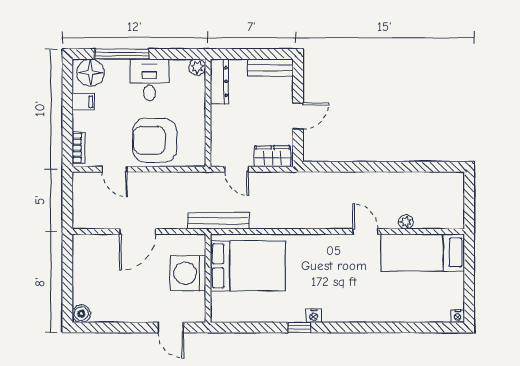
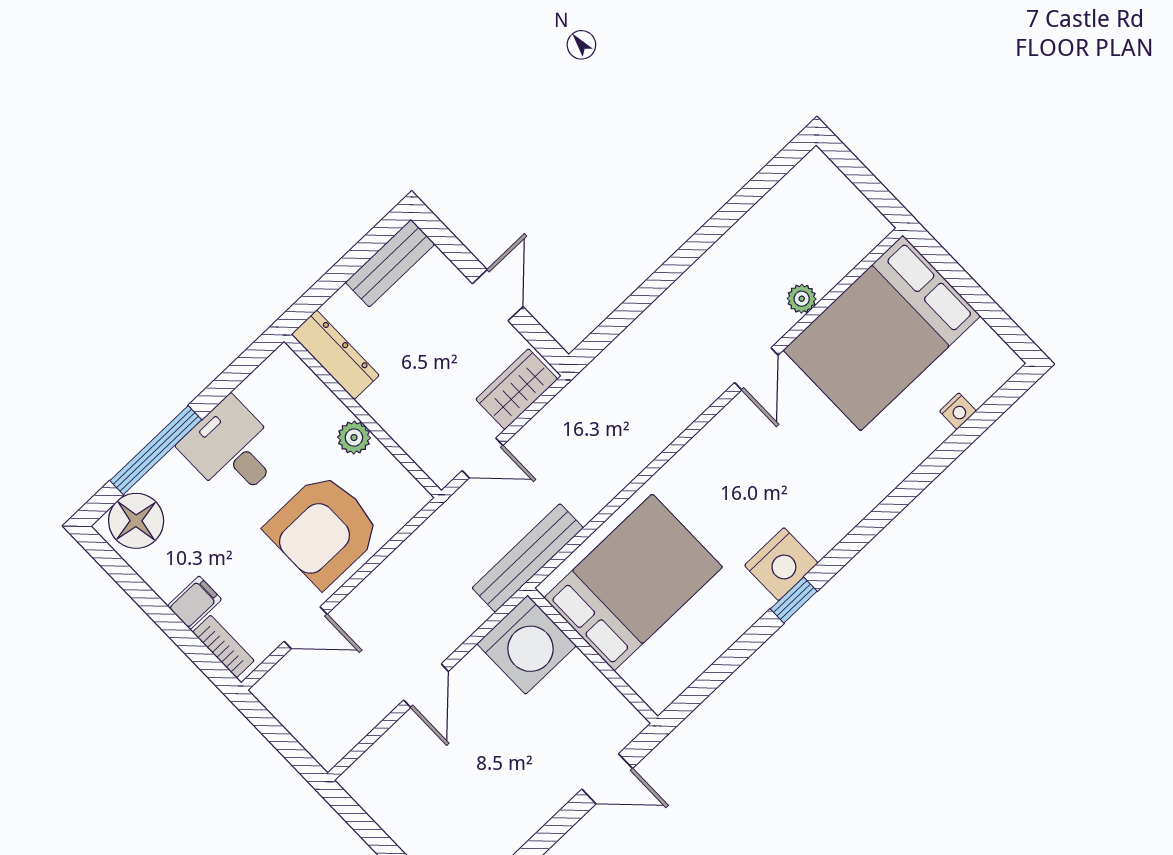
plant: (197, 67) -> (354, 438), moved
filing cabinet: (83, 102) -> (194, 603), moved
door: (138, 232) -> (426, 686), width x0.73
door: (365, 232) -> (756, 369), swing flipped
bed: (423, 253) -> (882, 333), width x1.50
washing machine: (188, 273) -> (527, 645), moved, turned -90
nightstand: (314, 316) -> (781, 564), width x1.89, depth x1.79
nightstand: (457, 316) -> (958, 411), moved

